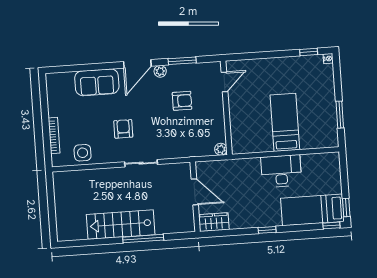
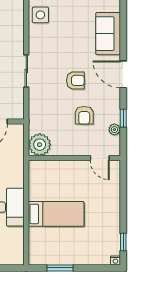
window: (182, 61) -> (123, 118), width x0.67
plant: (160, 71) -> (114, 130), moved
armchair: (123, 129) -> (75, 80), moved
plant: (221, 149) -> (40, 145), width x1.87, depth x1.87

